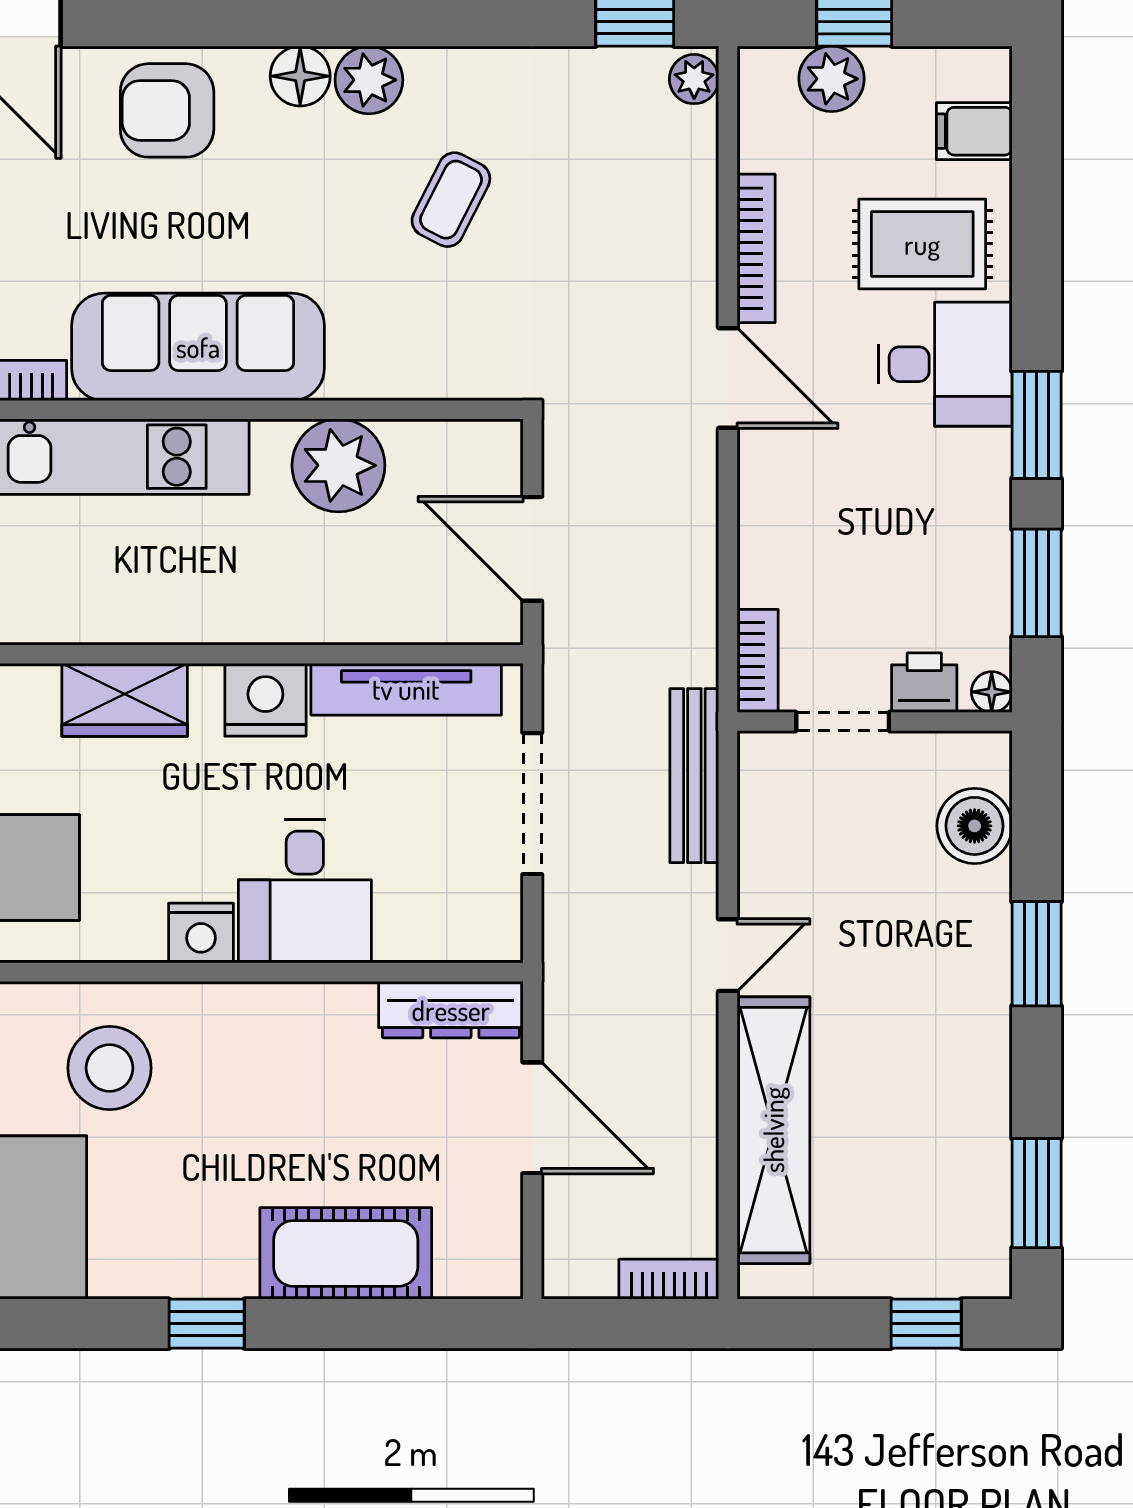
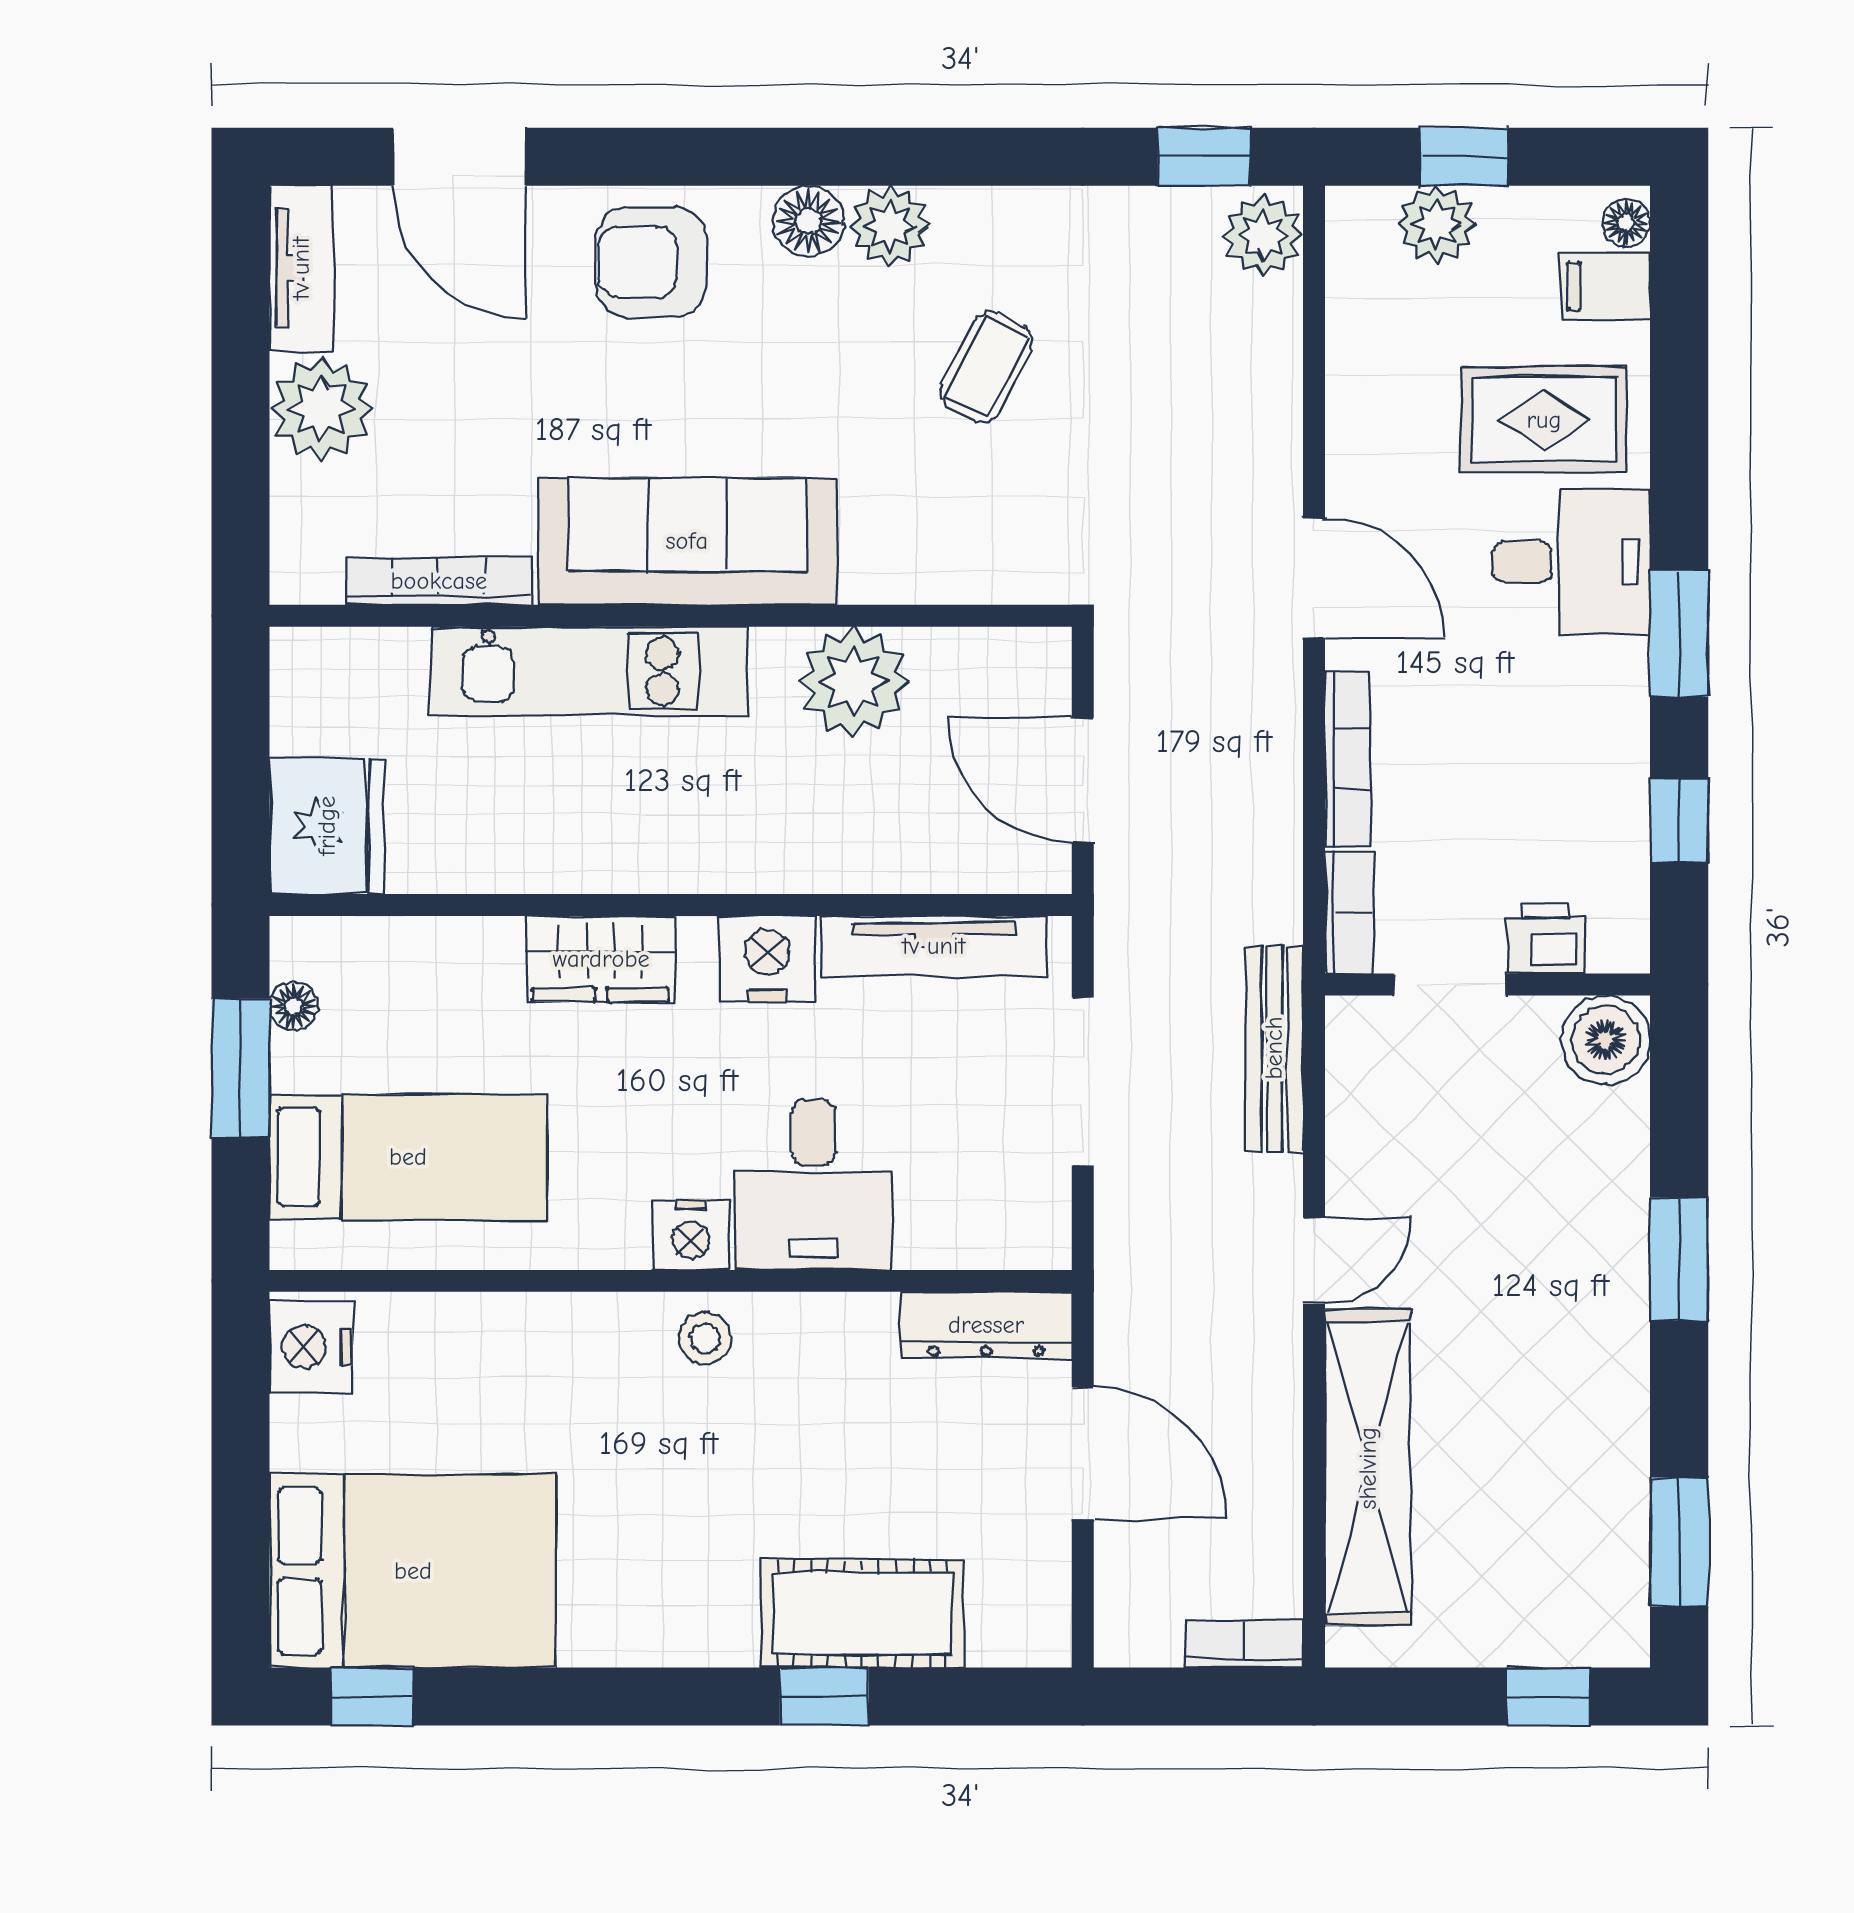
plant: (694, 79) -> (1263, 236), width x1.38, depth x1.38
bookcase: (756, 248) -> (1347, 758), moved
window: (1037, 583) -> (1679, 821), width x0.67
floor lamp: (992, 692) -> (1626, 223), moved
boiler: (975, 826) -> (1606, 1040), moved
stool: (110, 1068) -> (705, 1338), moved, width x0.53, depth x0.53
window: (207, 1324) -> (824, 1697), moved

